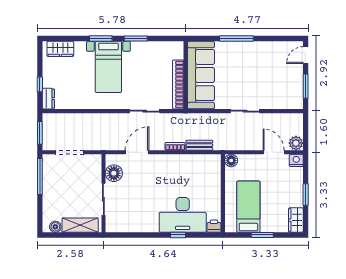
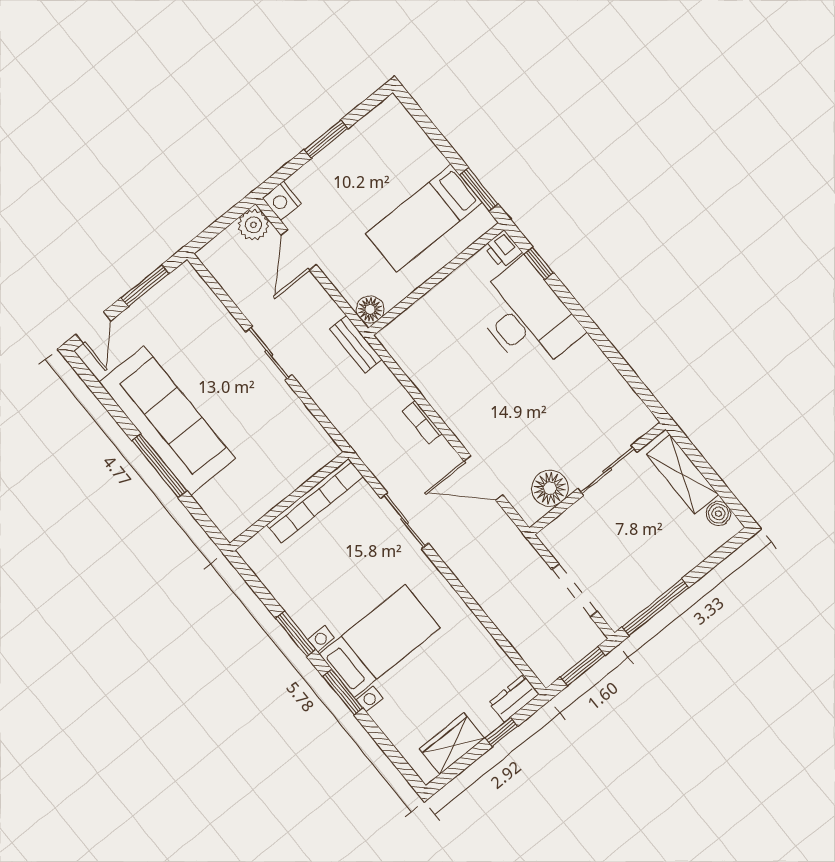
wardrobe: (60, 49) -> (452, 744), moved, turned -90
door: (306, 55) -> (93, 328), hinge flipped
sofa: (201, 75) -> (167, 420), moved, turned 90
bench: (199, 145) -> (356, 344), moved
wardrobe: (296, 220) -> (382, 121), removed
window: (178, 235) -> (539, 263), moved
window: (262, 235) -> (479, 189), moved

